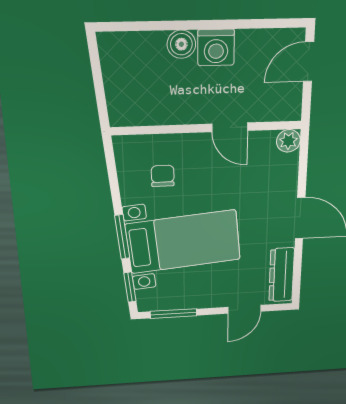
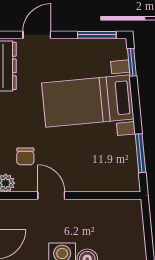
chair: (163, 176) -> (25, 156), moved
window: (122, 237) -> (140, 153), moved

